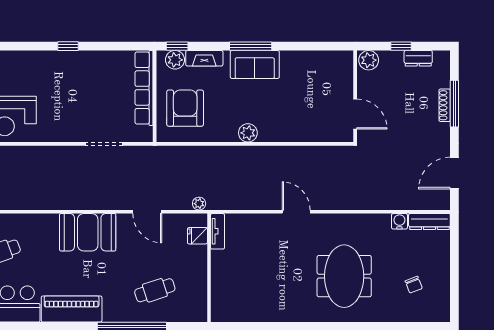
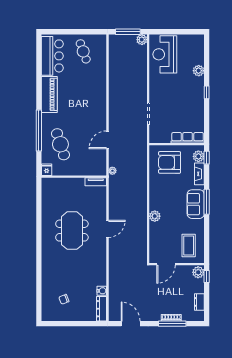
window: (401, 46) -> (207, 277), moved
plant: (32, 60) -> (199, 71), added
coffee table: (324, 76) -> (189, 246), added
row of seats: (144, 88) -> (188, 138), width x0.73
armchair: (185, 108) -> (170, 162), turned 180
plant: (248, 133) -> (155, 216), moved
booth: (88, 232) -> (95, 104), removed
fridge: (197, 236) -> (47, 170), moved
meeting table: (344, 276) -> (72, 231), moved, turned 90
cafe table: (155, 290) -> (60, 144), width x1.37, depth x1.35

